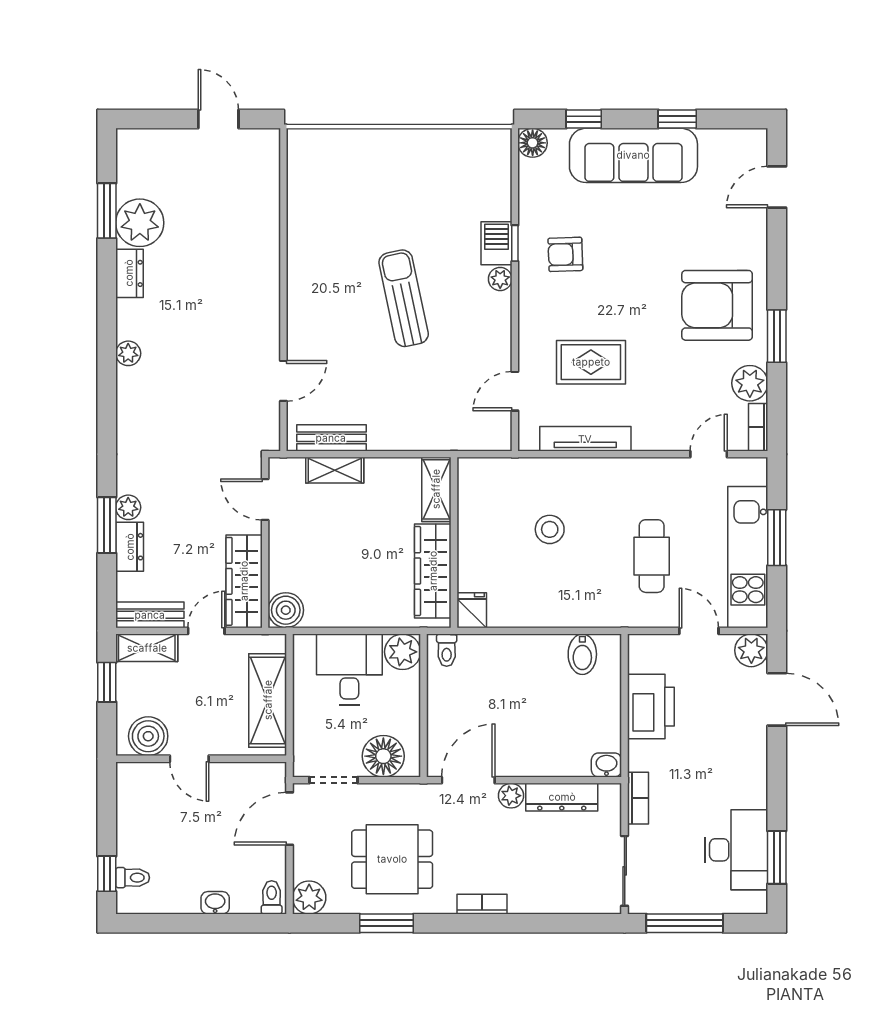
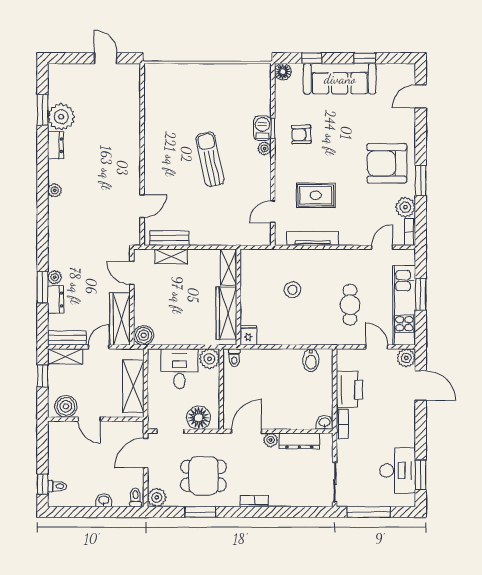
bookcase: (638, 798) -> (342, 424), moved

